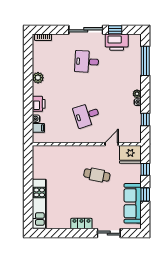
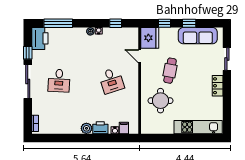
printer: (117, 42) -> (40, 38), moved
plant: (38, 78) -> (86, 128), moved
round table: (66, 165) -> (160, 101), added

